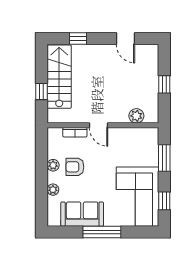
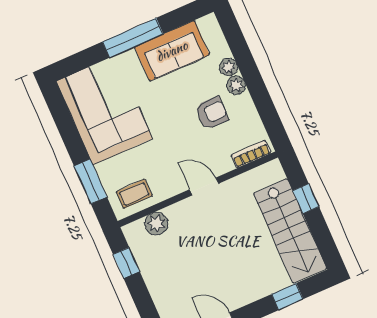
window: (164, 84) -> (126, 263), moved
bookcase: (75, 132) -> (251, 154), moved
coffee table: (142, 139) -> (134, 194), added
plant: (53, 165) -> (236, 85), moved
window: (164, 201) -> (64, 121), removed

